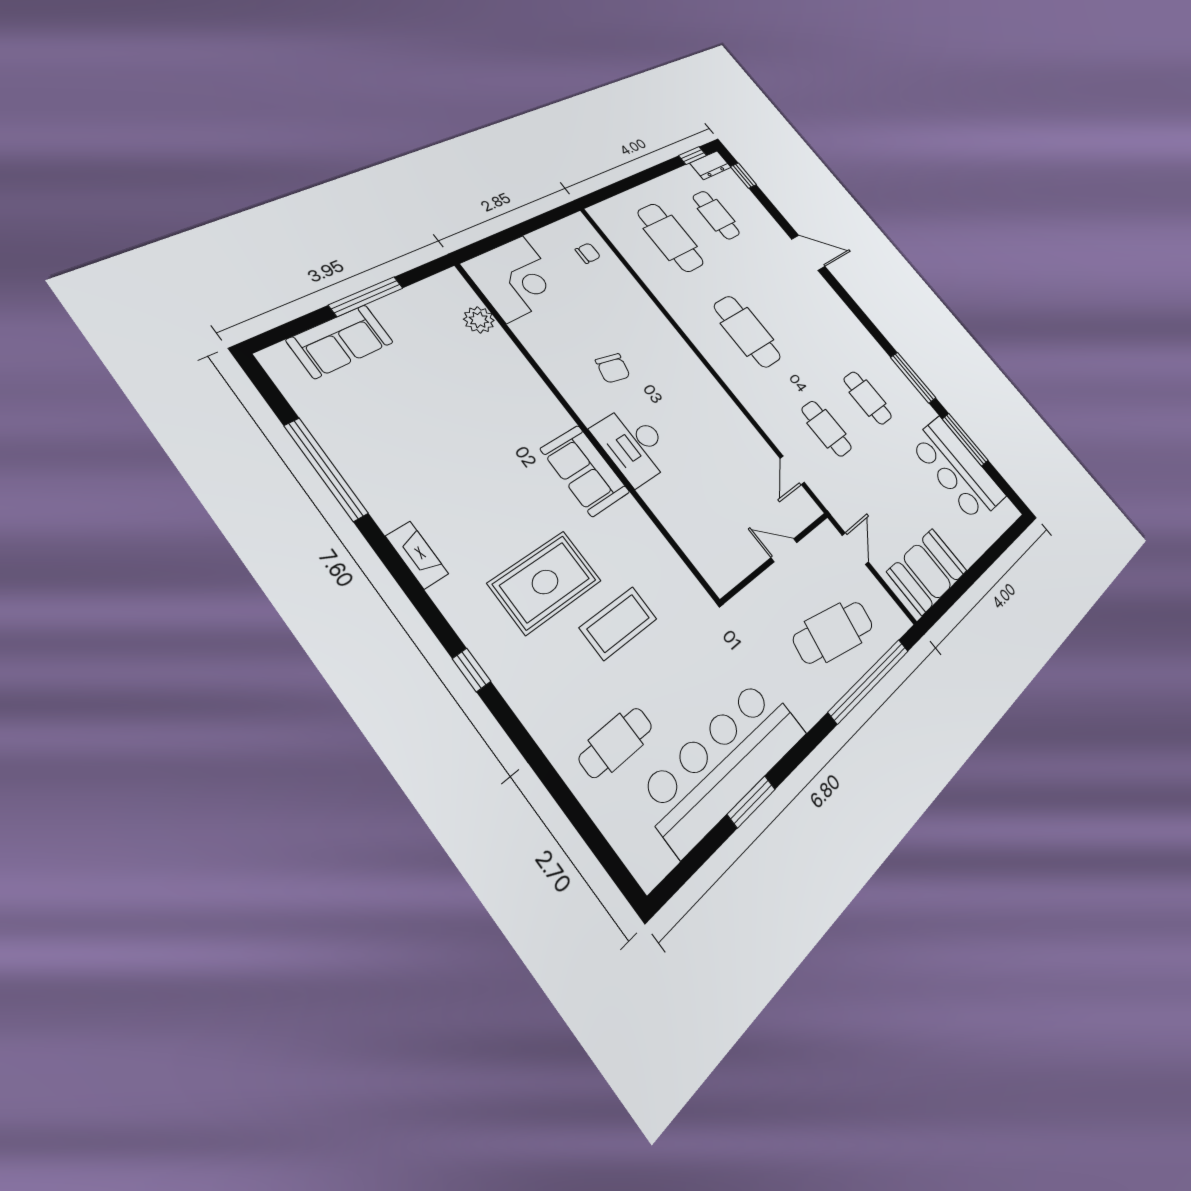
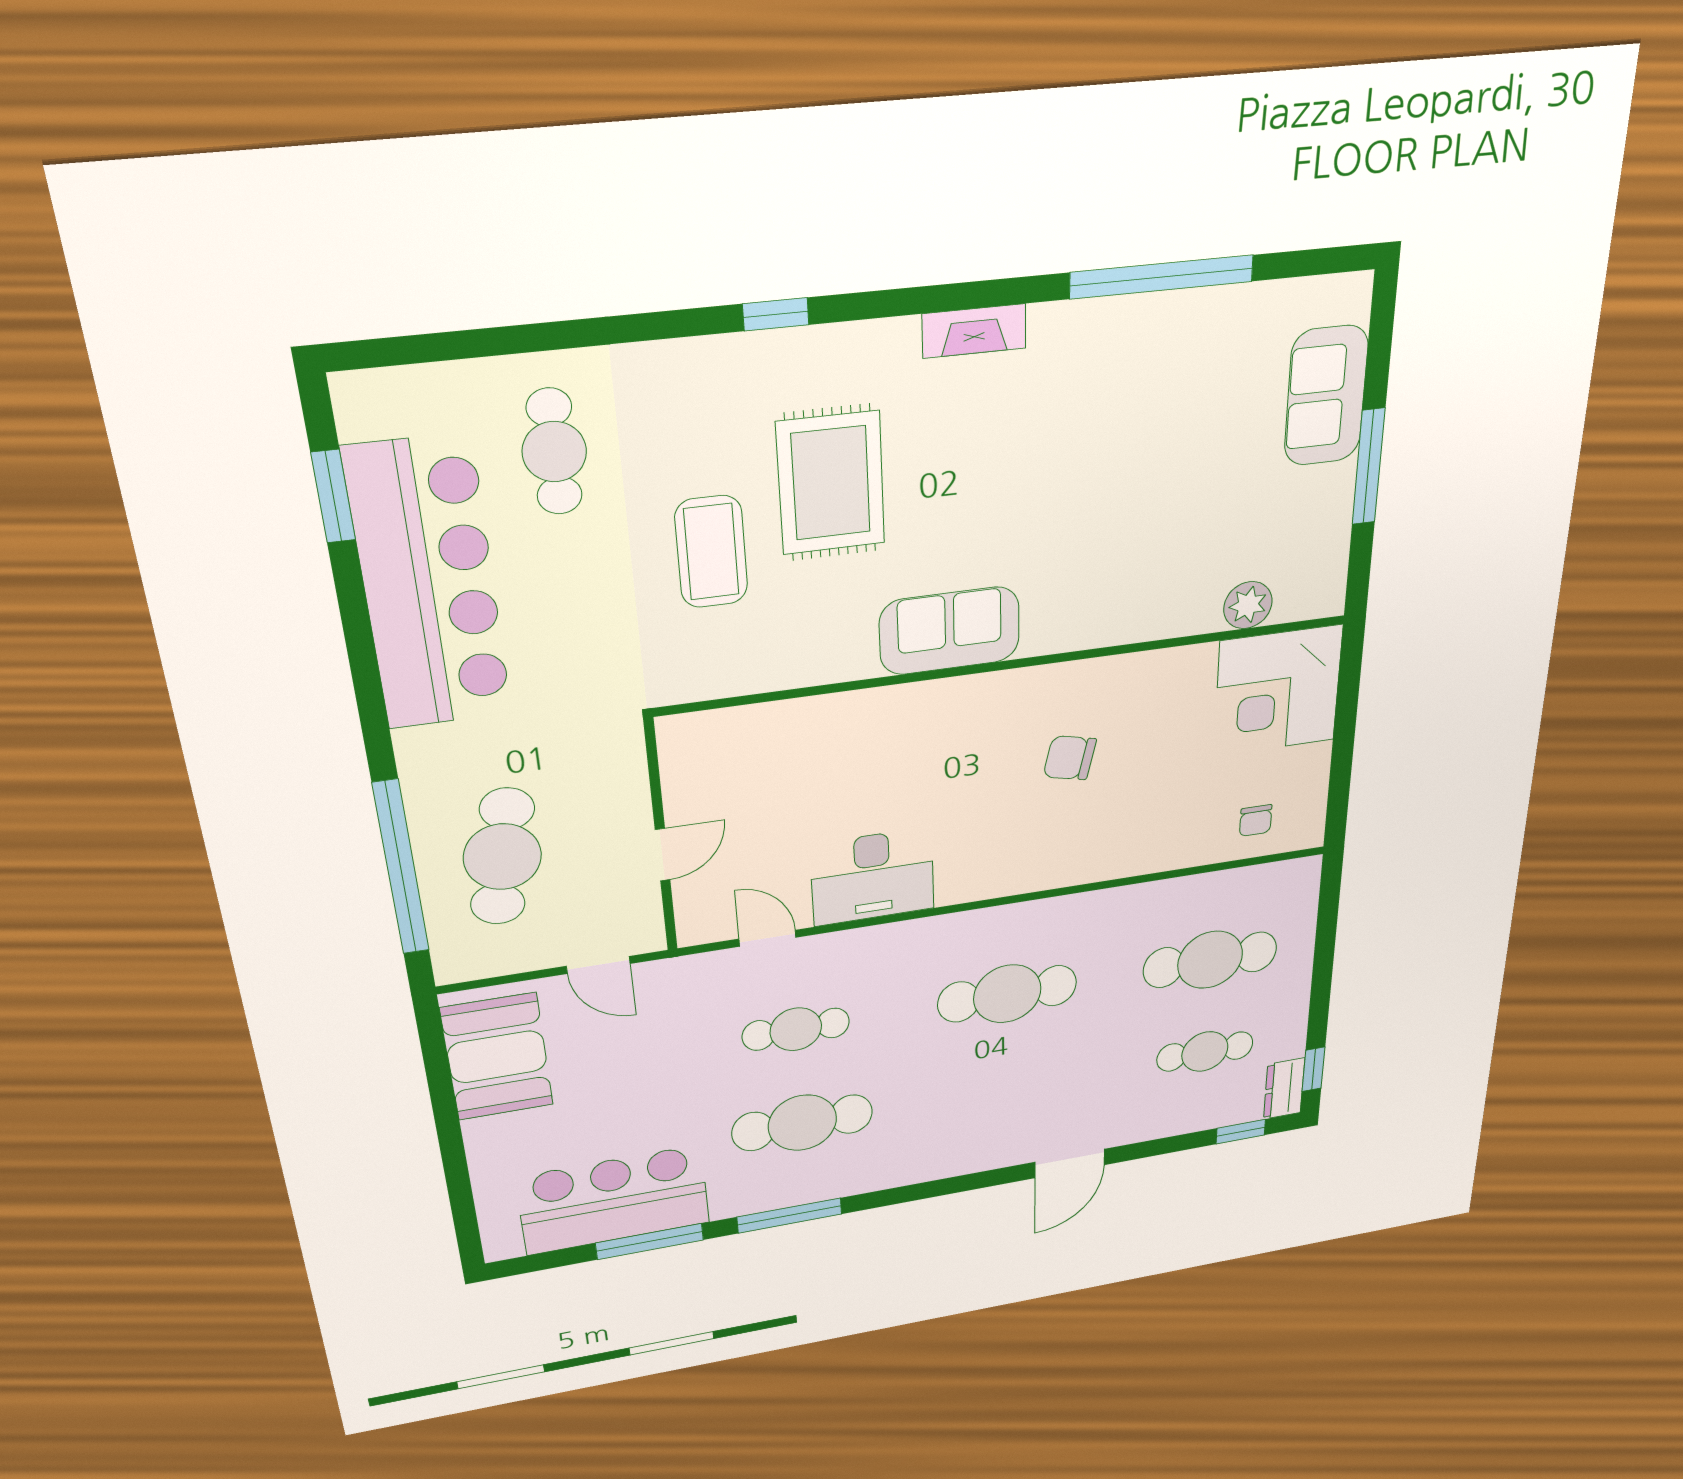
cafe table: (868, 398) -> (802, 1123), width x1.37, depth x1.35
desk: (634, 445) -> (873, 877), moved, turned 180
window: (751, 802) -> (333, 496), moved

